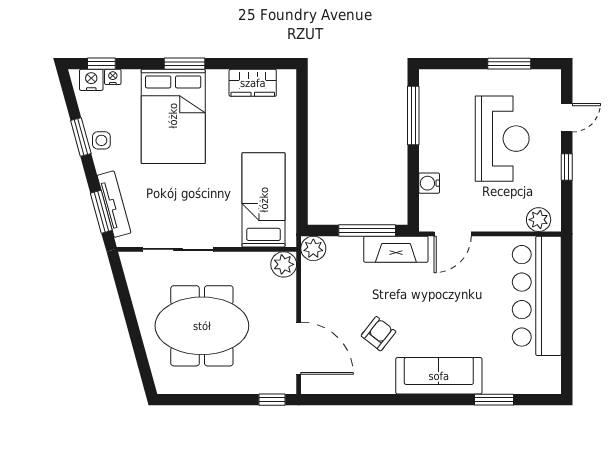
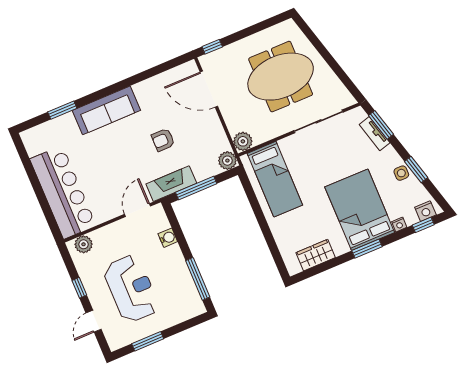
nightstand: (113, 77) -> (399, 225), moved
reception desk: (502, 139) -> (131, 289), turned 180
tv unit: (114, 204) -> (375, 134), width x0.71
armchair: (378, 334) -> (163, 140), moved, turned 52

